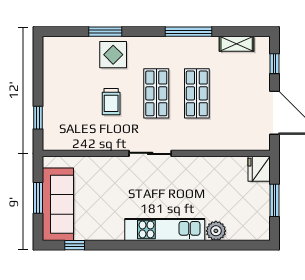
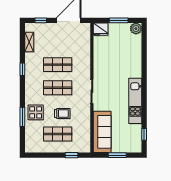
window: (189, 32) -> (22, 69), width x0.46
shop shelf: (75, 93) -> (58, 134), added
sofa: (58, 204) -> (102, 132), moved, turned 90
kitchen unit: (165, 229) -> (135, 101), moved
plant: (216, 231) -> (136, 29), moved

